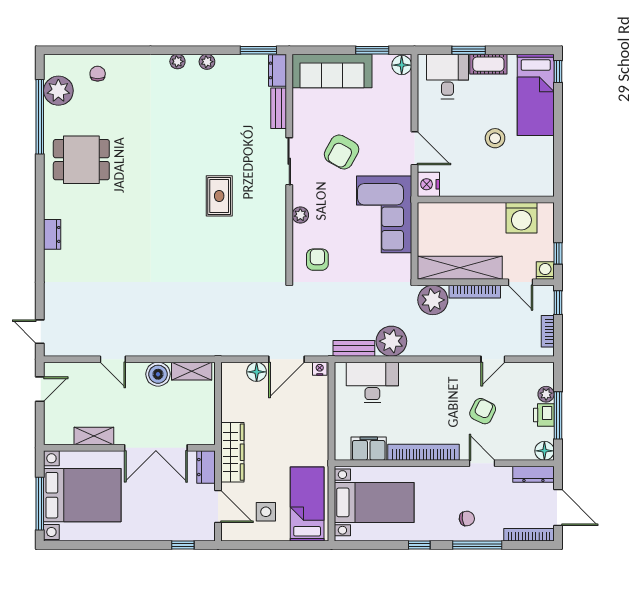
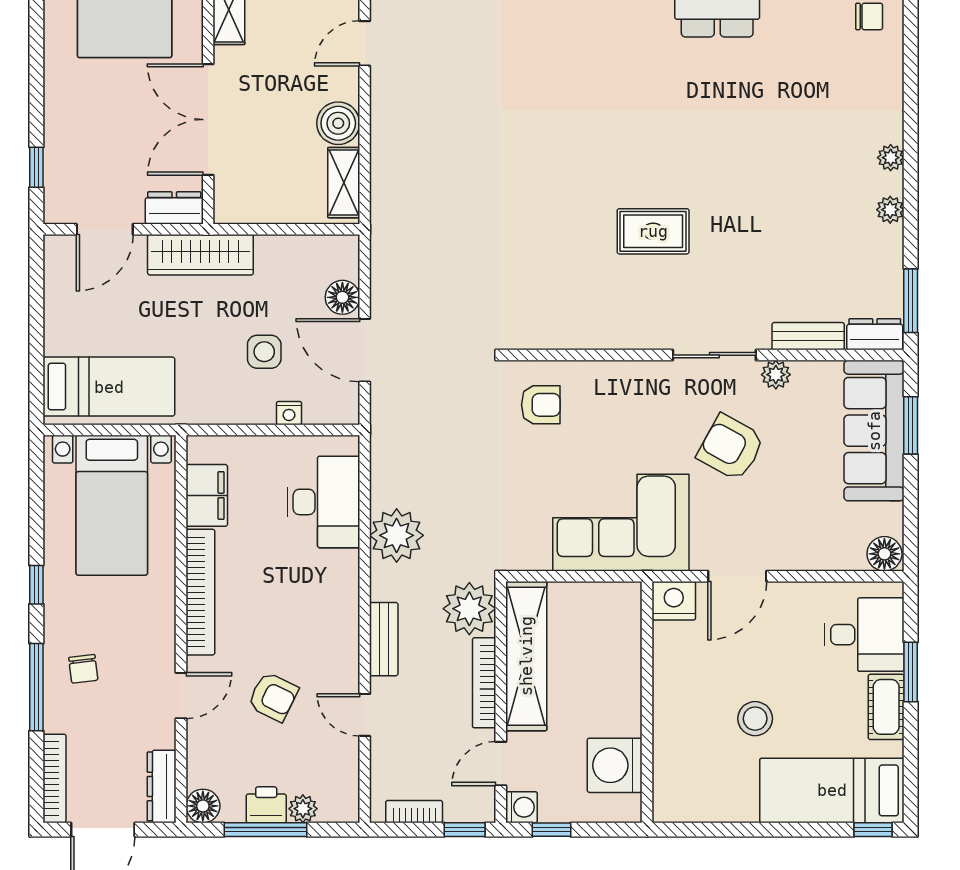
window: (372, 50) -> (911, 425), moved
plant: (300, 215) -> (776, 375), moved
bench: (354, 348) -> (384, 639), moved
nightstand: (320, 369) -> (289, 413), moved, turned 90
side table: (266, 512) -> (264, 352), moved

